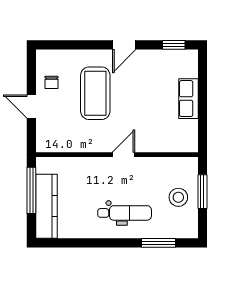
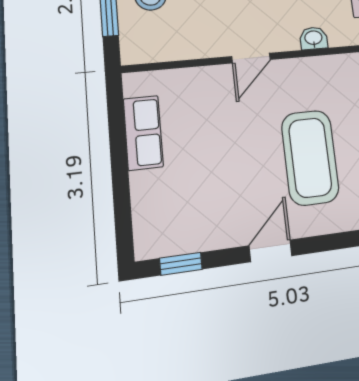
row of seats: (188, 99) -> (143, 133), moved
washbasin: (84, 163) -> (313, 38), added

